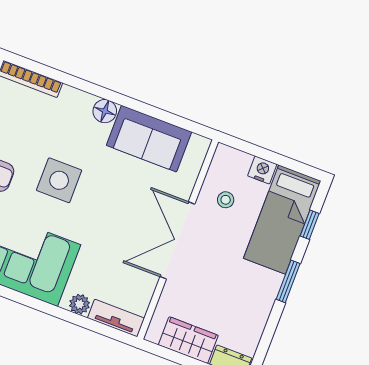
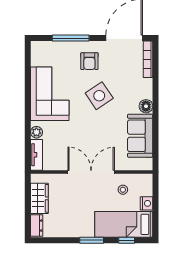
side table: (59, 180) -> (99, 96), turned -34

